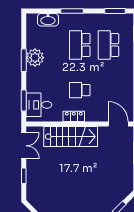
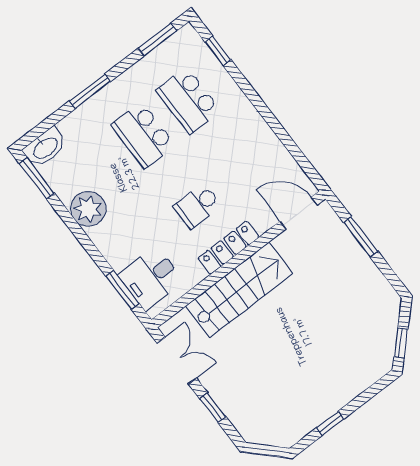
washbasin: (48, 20) -> (45, 148), moved
window: (24, 60) -> (37, 178), moved
locker: (74, 116) -> (229, 248), width x1.53

